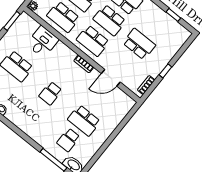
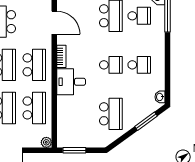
desk: (43, 42) -> (71, 82), moved
school desk: (35, 113) -> (139, 65), added

